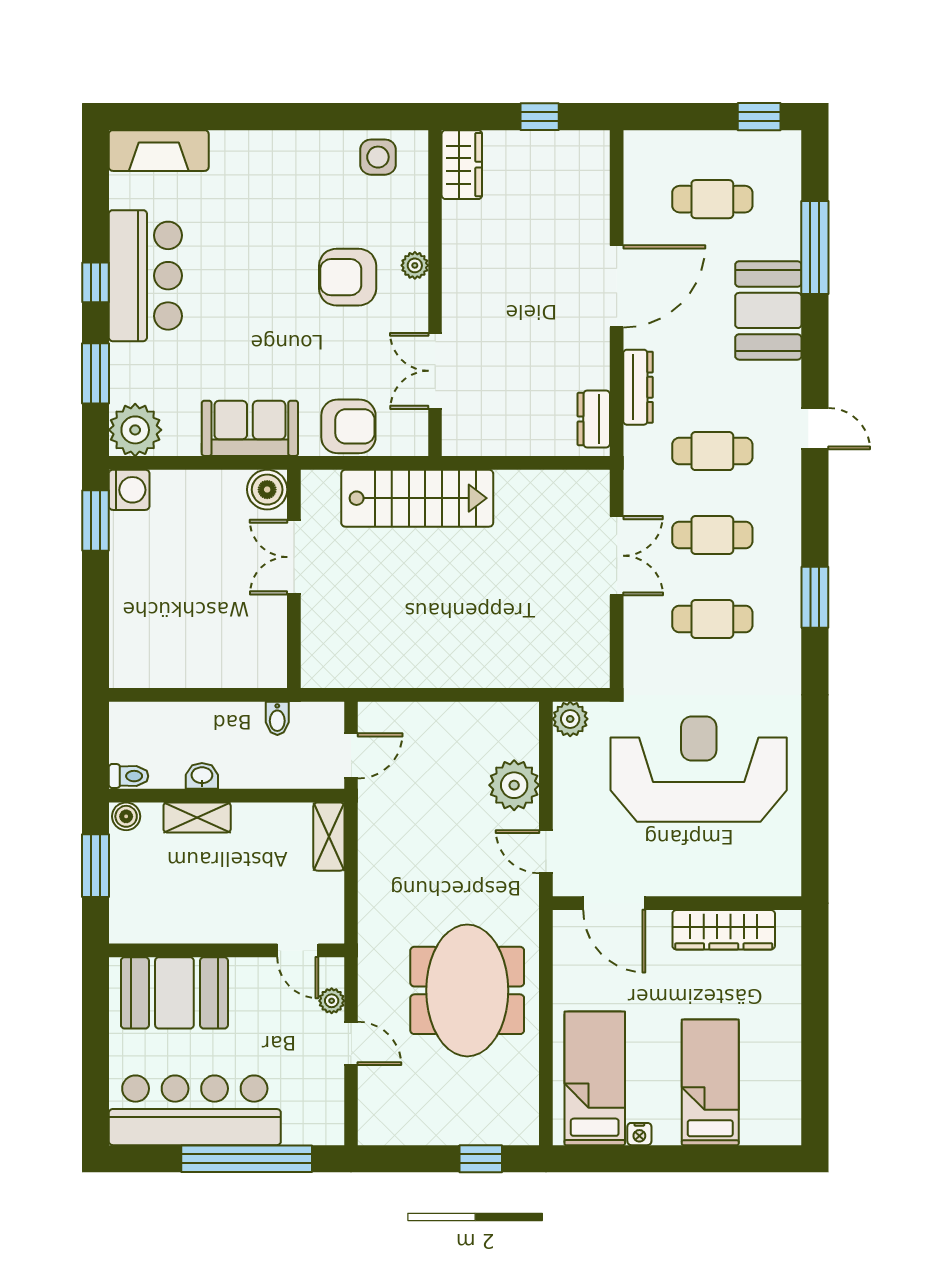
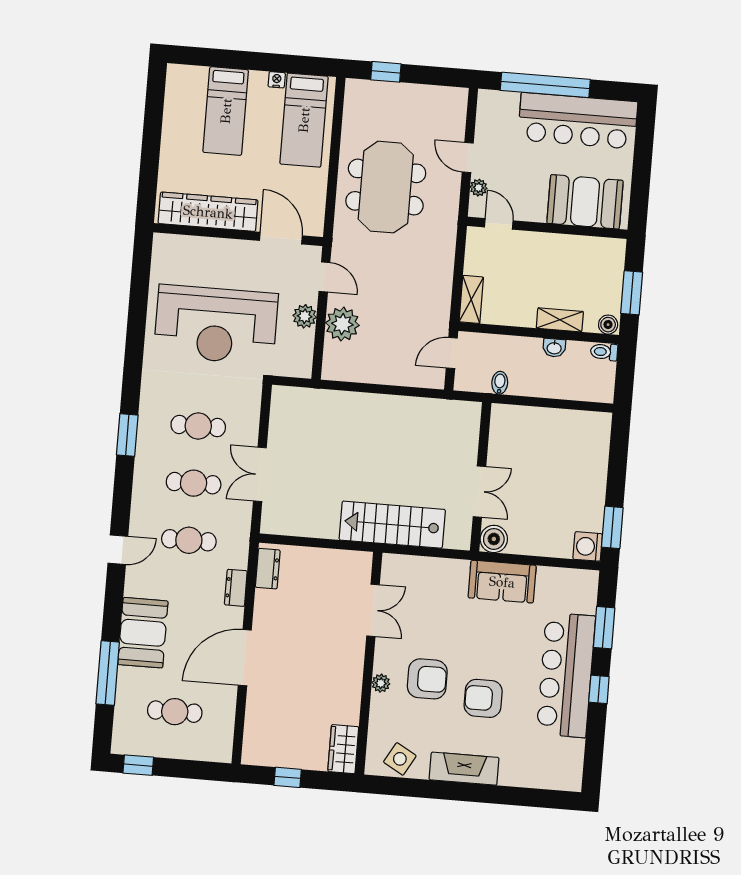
fireplace: (159, 151) -> (464, 769), moved
side table: (378, 157) -> (400, 759), turned 30
bar counter: (145, 276) -> (566, 675), width x1.36
dresser: (638, 387) -> (236, 588), width x0.70
armchair: (348, 426) -> (483, 698), moved
door: (815, 429) -> (118, 550), swing flipped
plant: (135, 430) -> (580, 587), removed
plant: (570, 719) -> (305, 316), moved
wardrobe: (724, 930) -> (208, 212), width x1.40, depth x1.17

